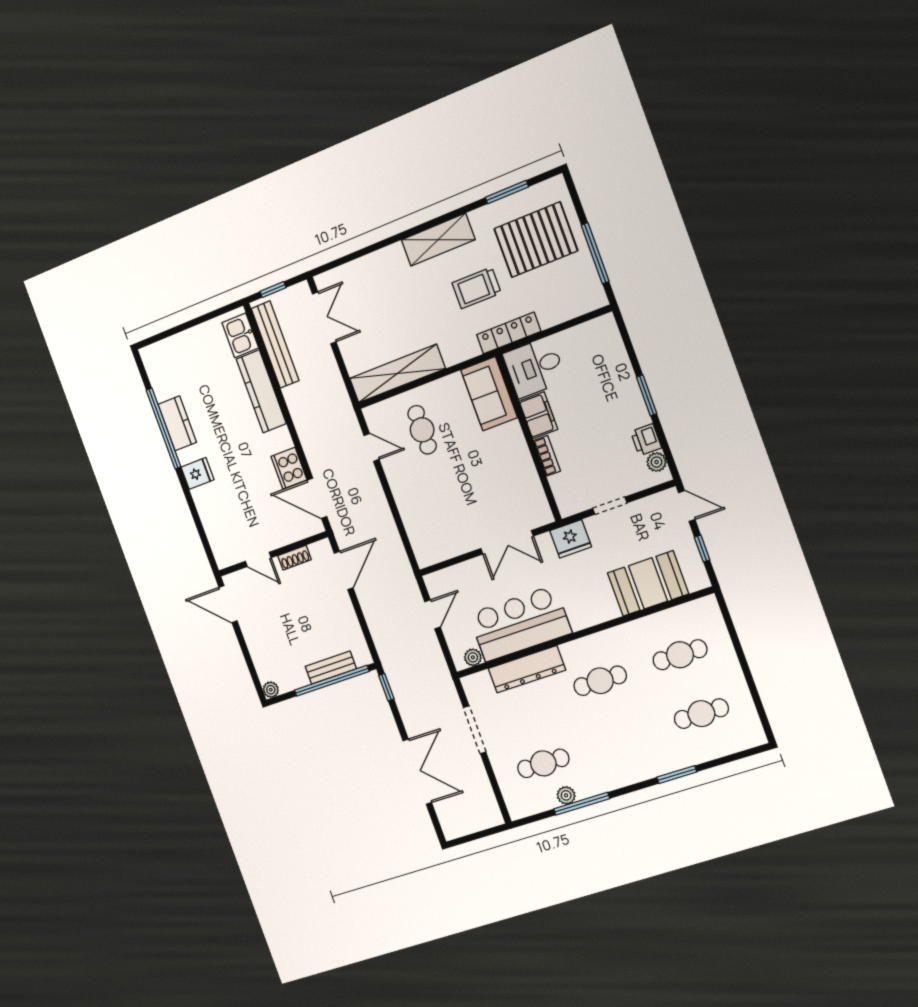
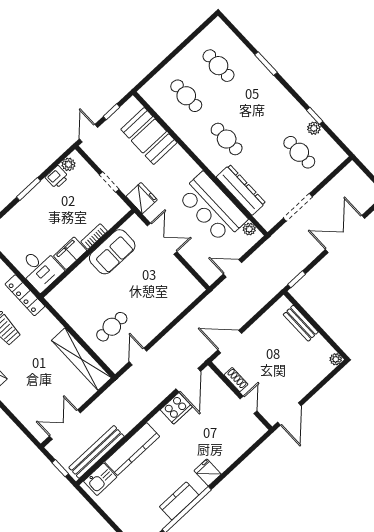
sofa: (489, 394) -> (112, 252), moved
window: (332, 681) -> (310, 319), removed
window: (582, 804) -> (315, 116), width x0.46

